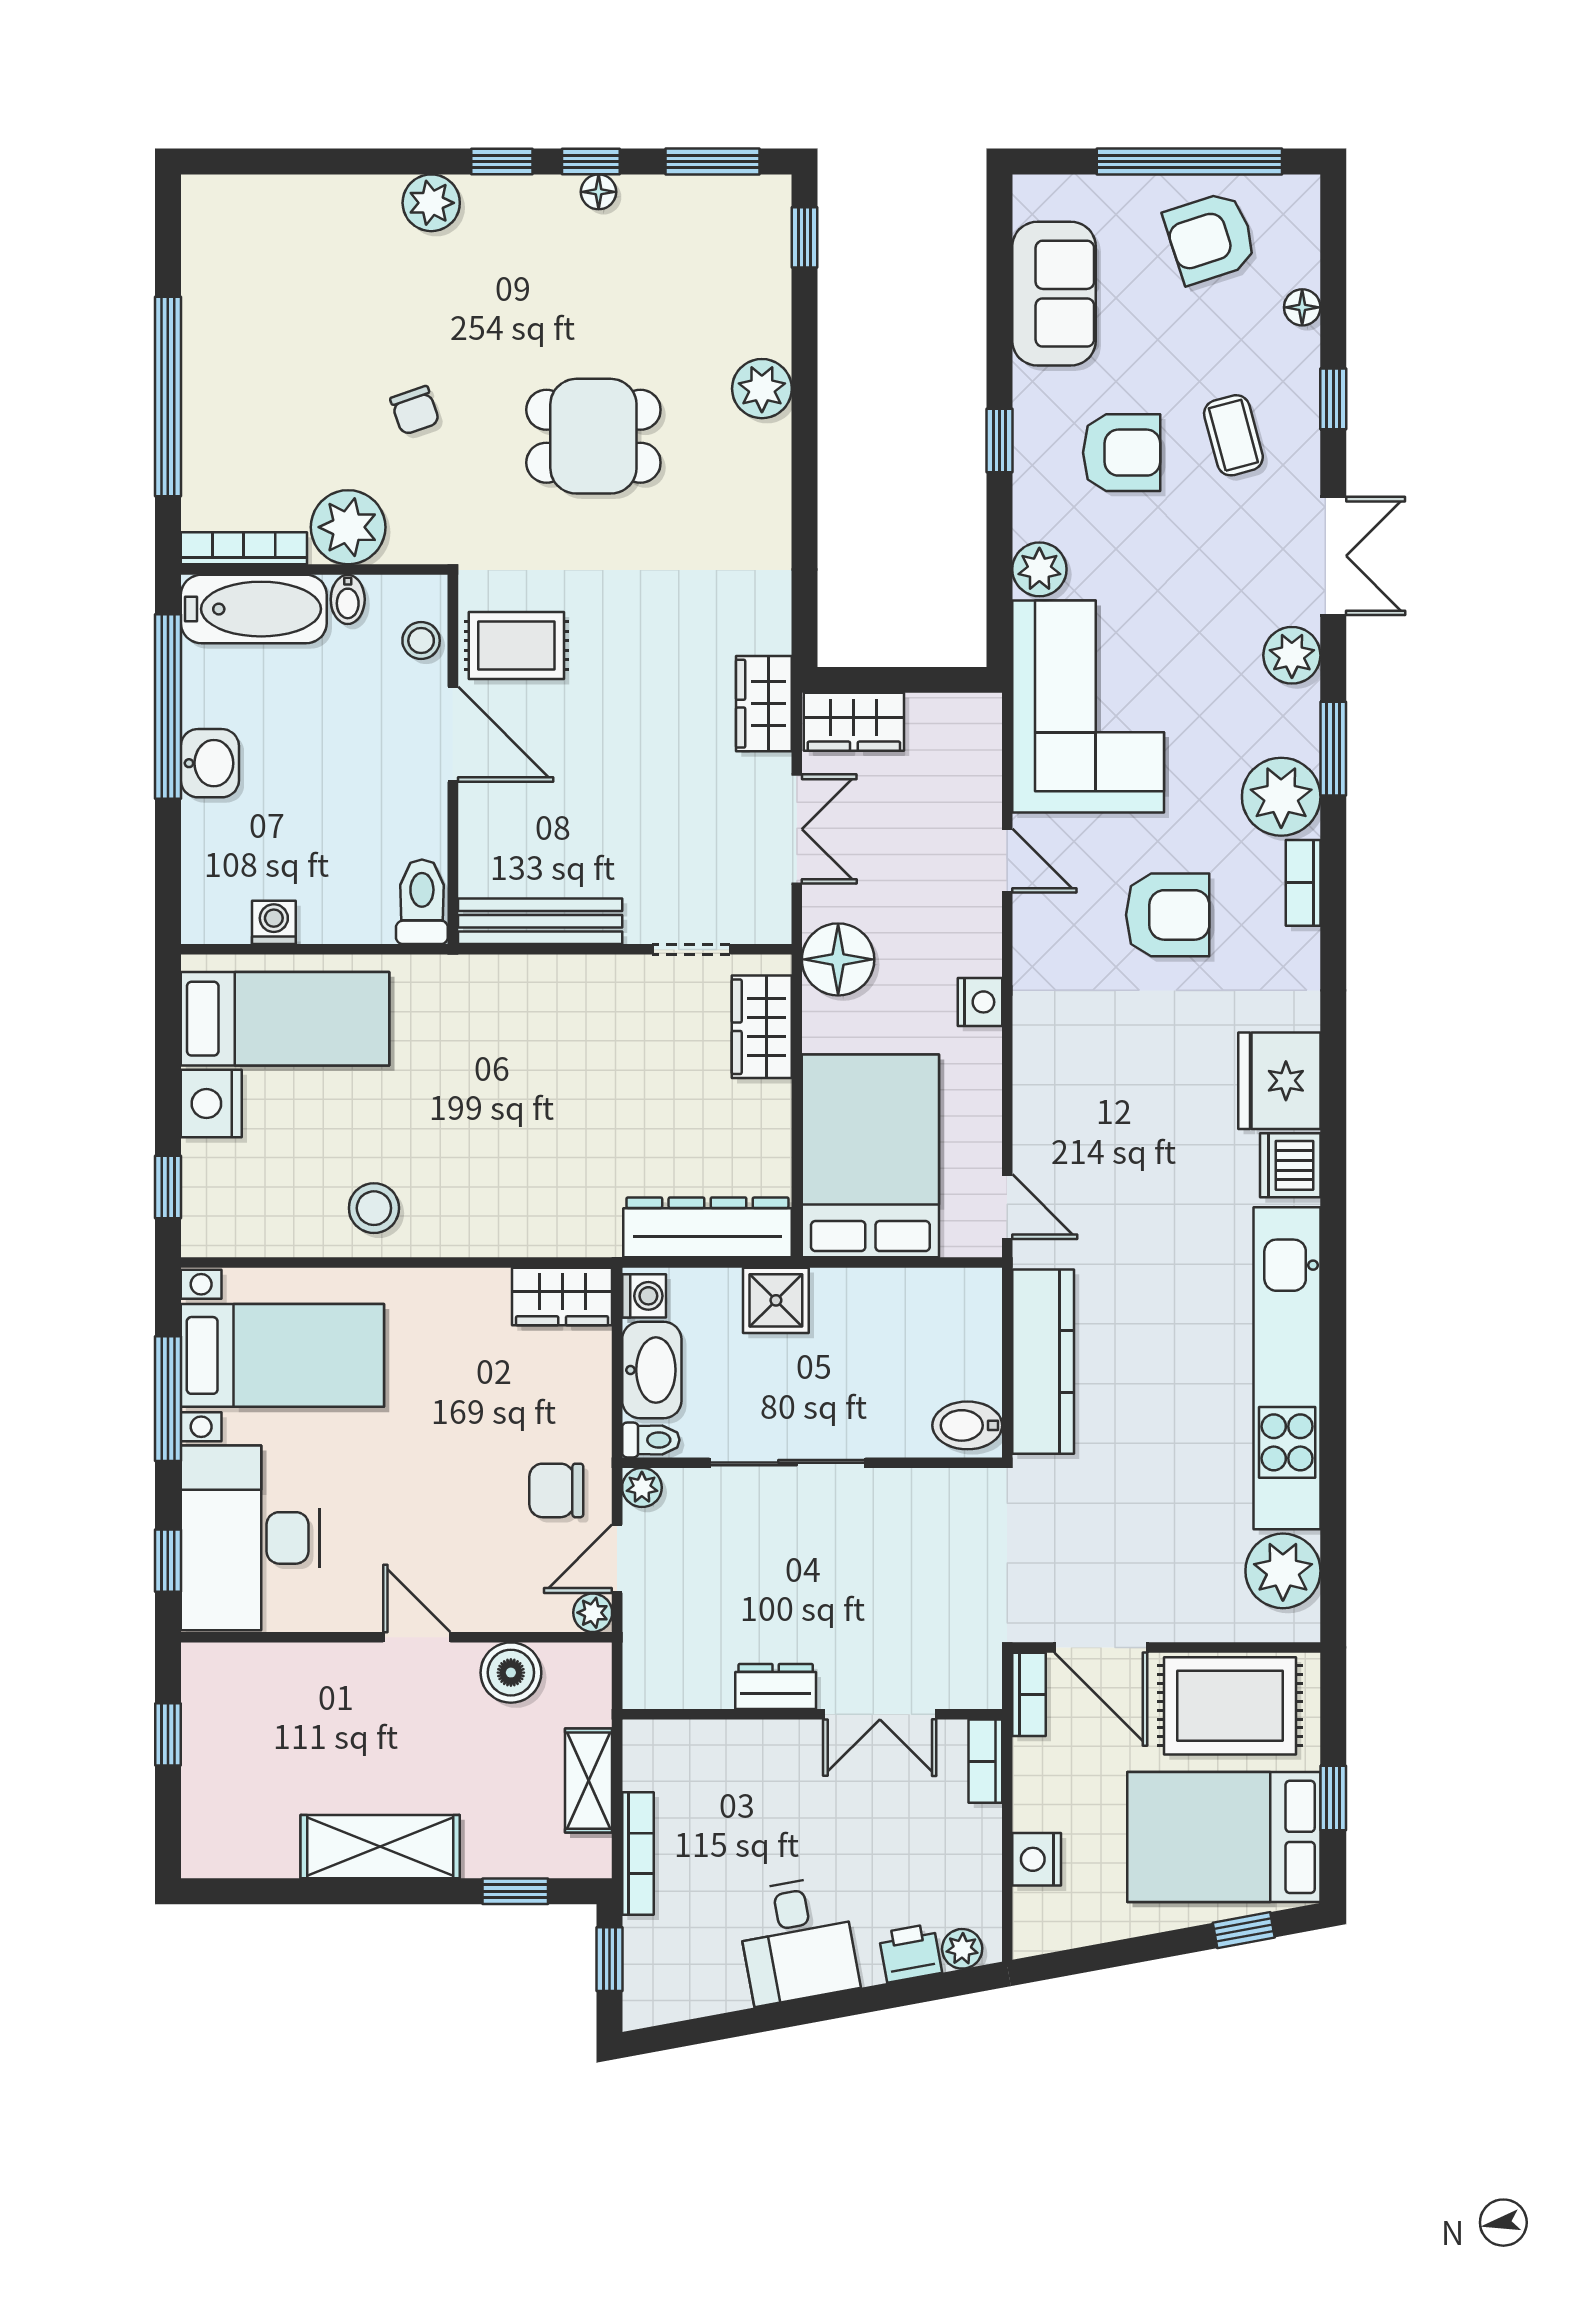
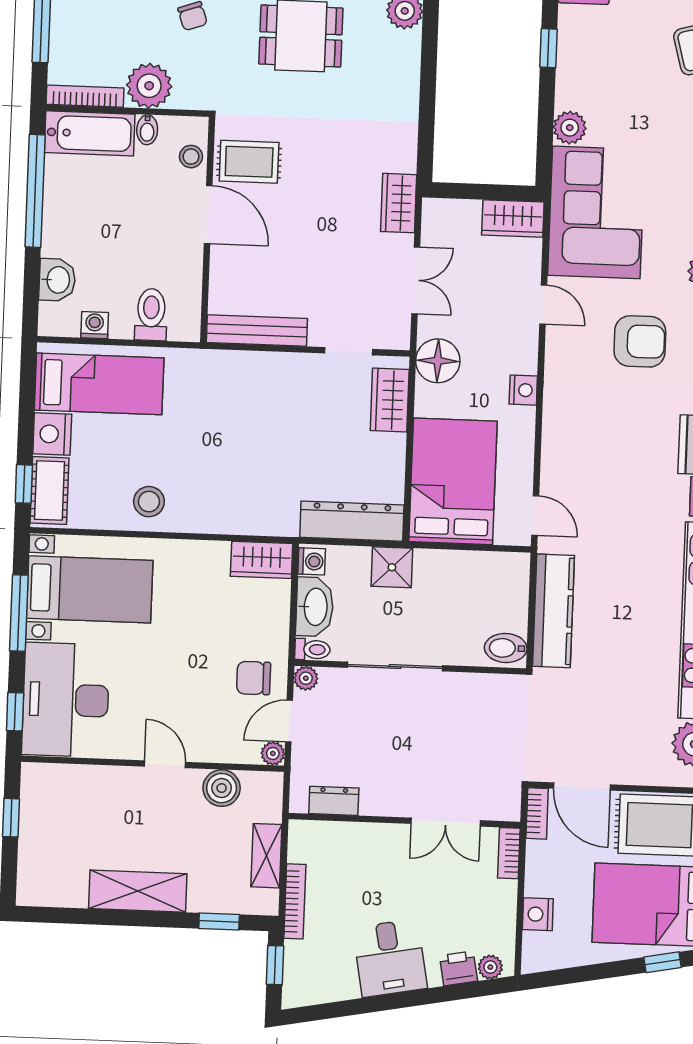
armchair: (1122, 453) -> (623, 58), removed
wardrobe: (854, 722) -> (513, 219), moved
washbasin: (210, 763) -> (57, 280), moved
toilet: (422, 902) -> (151, 315), moved
cot: (211, 1196) -> (50, 491), added
dresser: (776, 1686) -> (334, 801), moved

